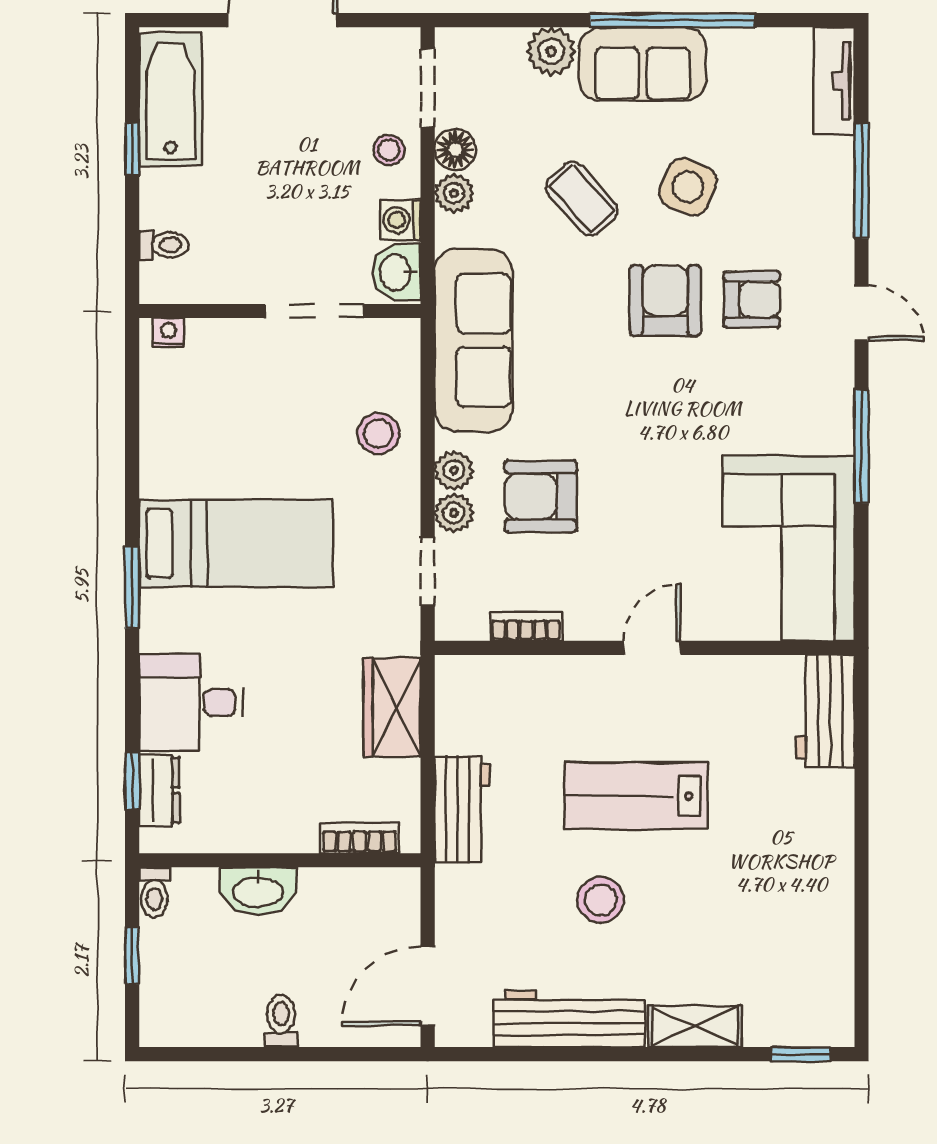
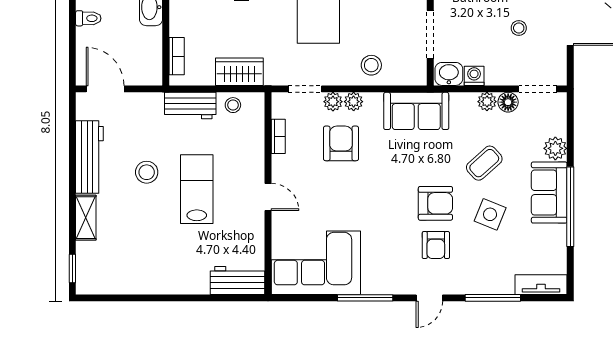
stool: (389, 150) -> (519, 28), moved
sofa: (473, 340) -> (416, 111), width x0.73
stool: (461, 721) -> (233, 105), added

